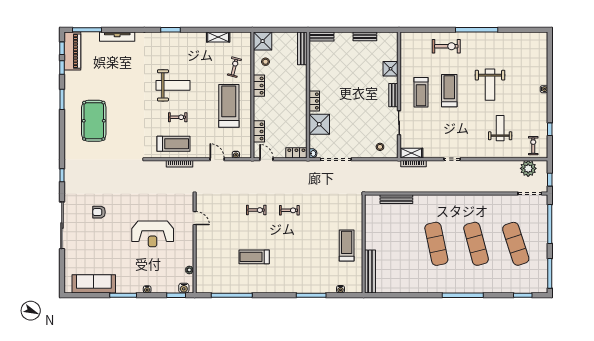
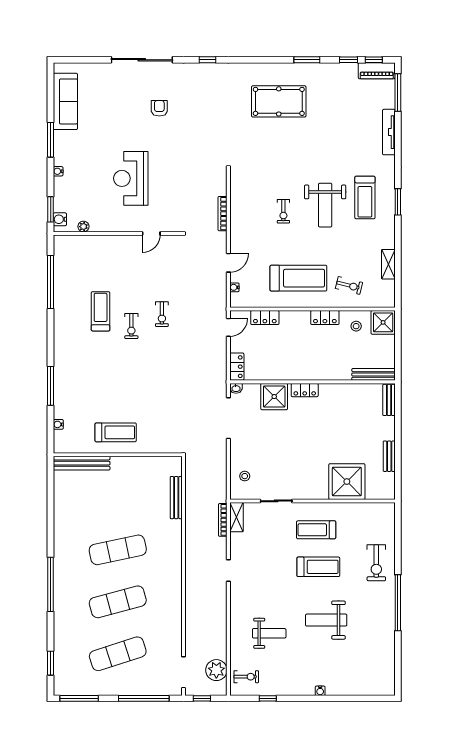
piano: (72, 51) -> (377, 71), width x0.73, depth x0.75
shower: (391, 69) -> (347, 482), width x1.86, depth x1.86
bench: (393, 95) -> (312, 494), removed
treadmill: (173, 144) -> (365, 198), moved
exercise bike: (289, 210) -> (131, 326), moved

